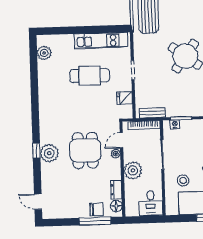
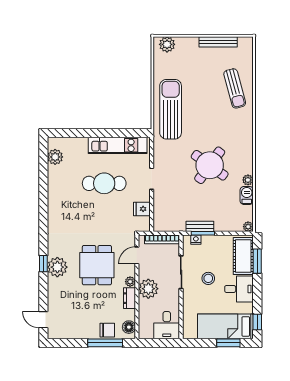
bench: (152, 113) -> (200, 226), moved
plant: (116, 154) -> (130, 282), moved
stool: (183, 180) -> (208, 278), moved
dresser: (116, 190) -> (129, 298), moved

